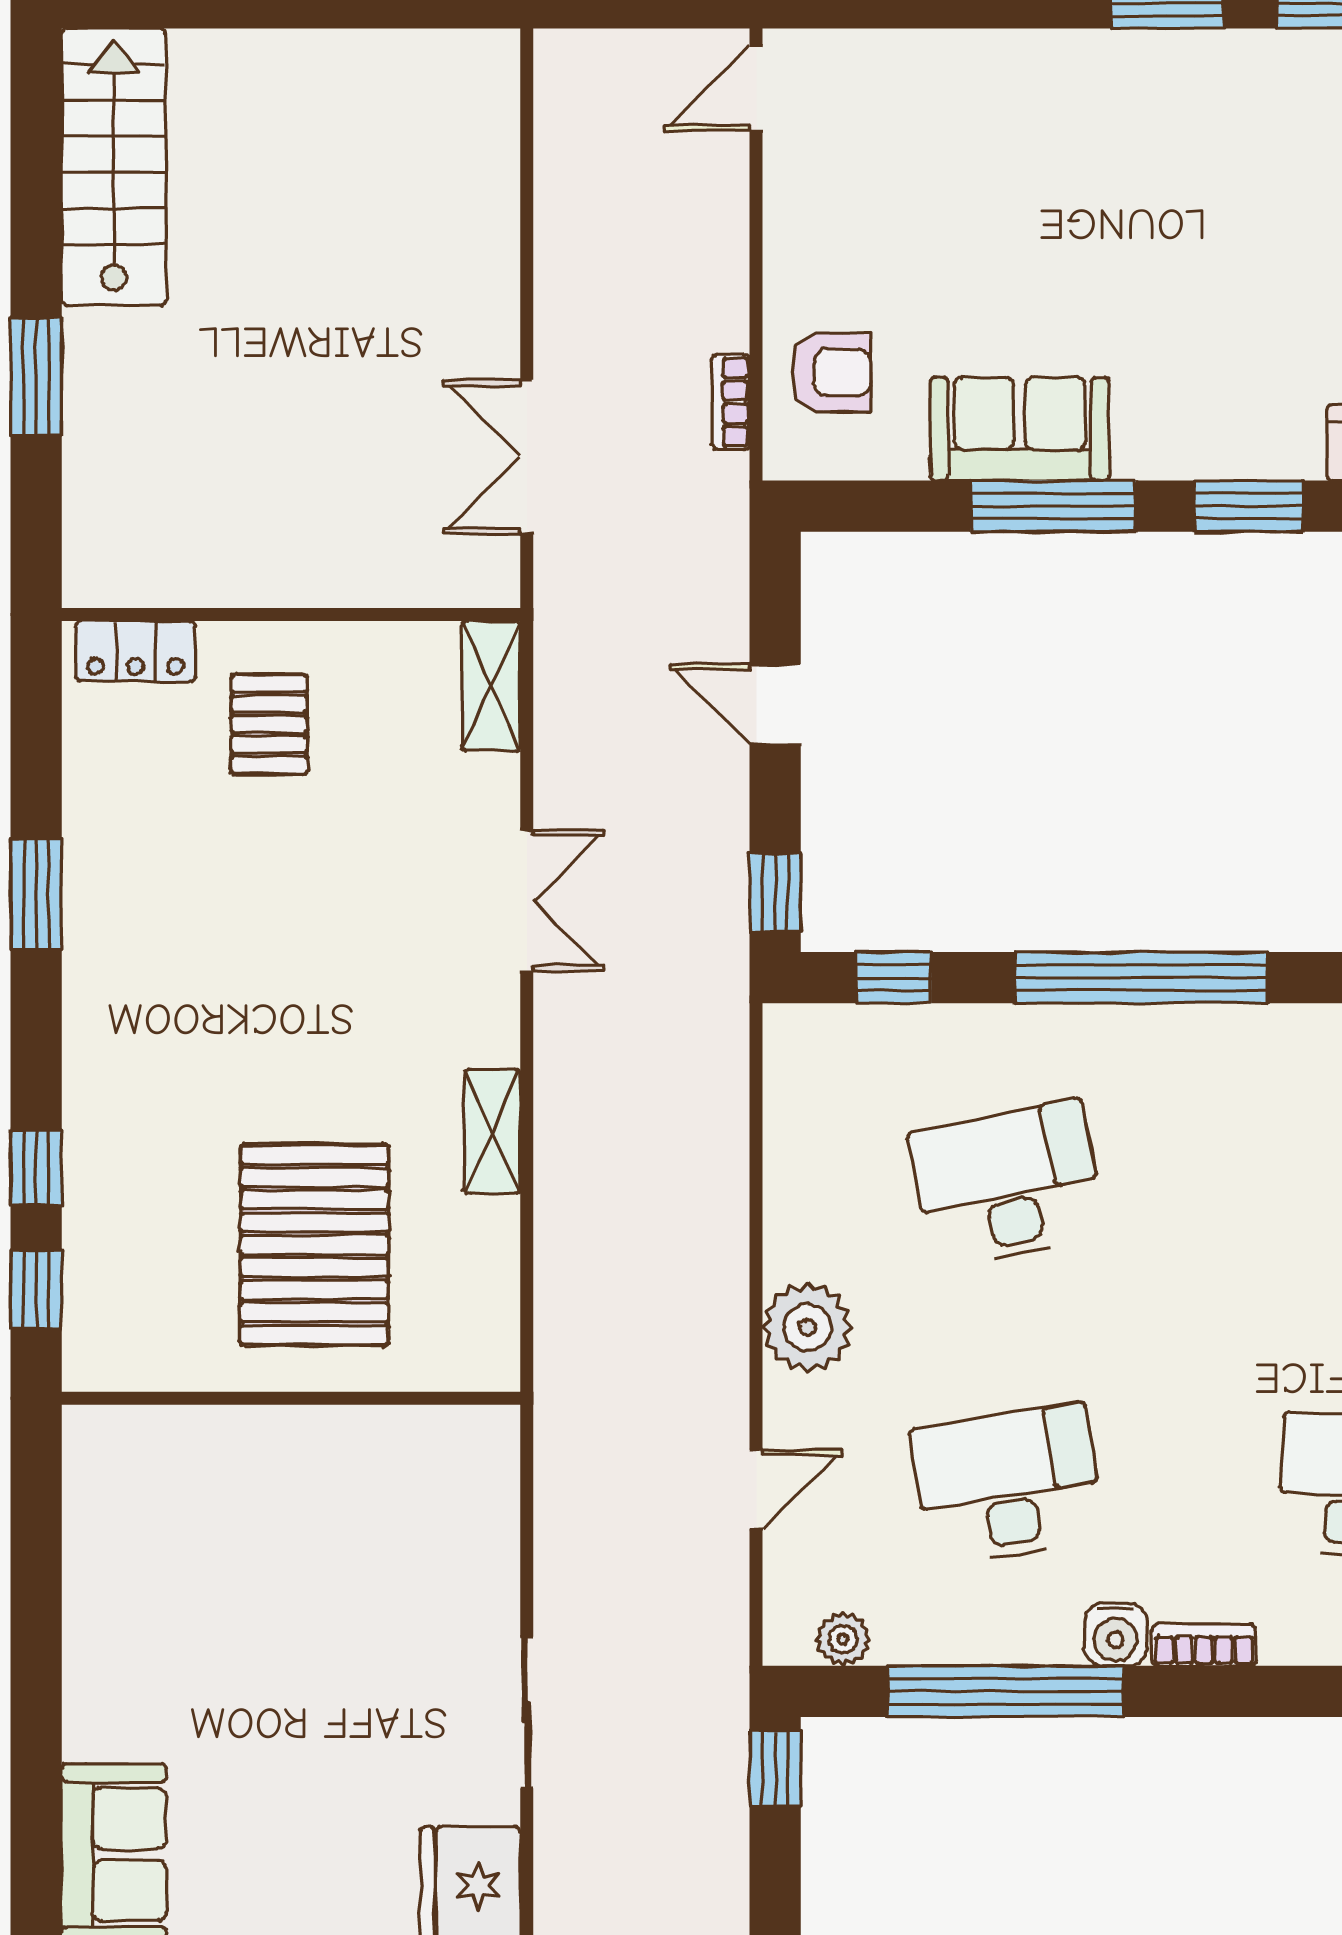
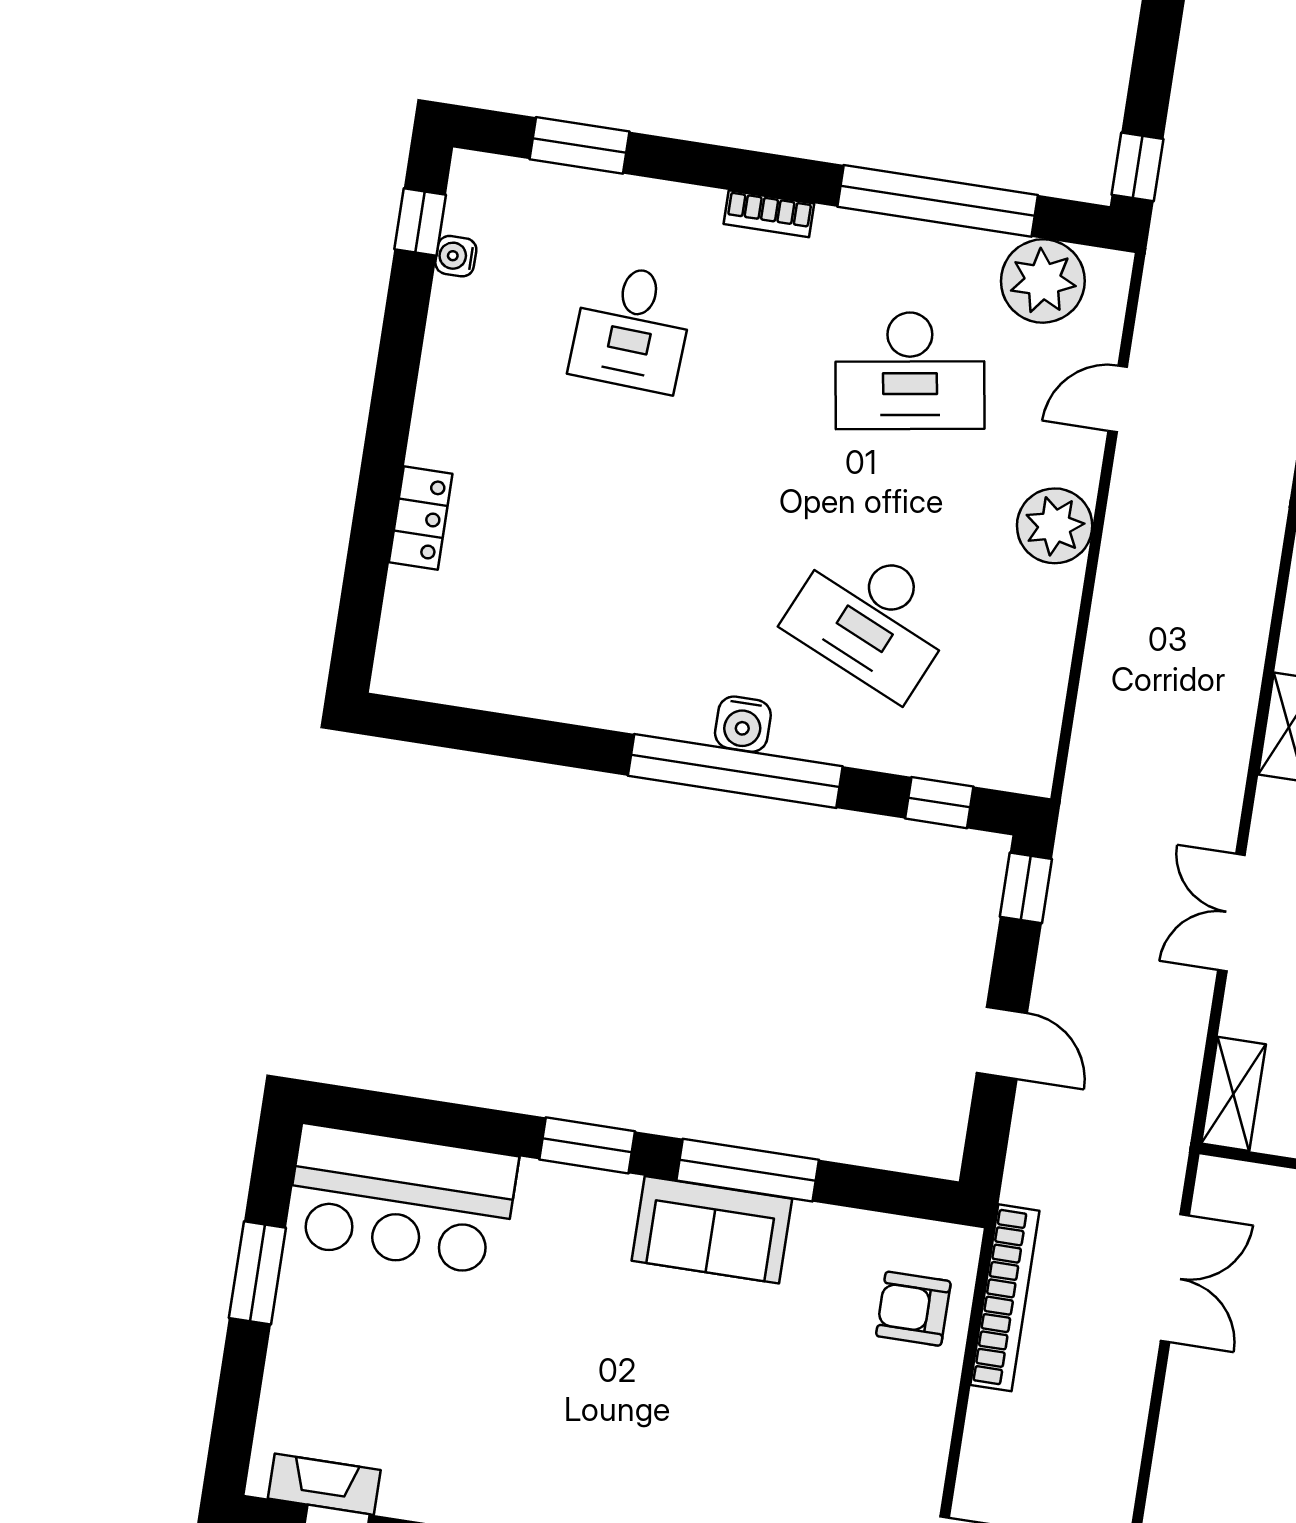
bookcase: (731, 402) -> (1005, 1298), width x2.31, depth x1.31
sofa: (1020, 429) -> (712, 1230), moved
desk: (1008, 1184) -> (872, 618), turned 36
water cooler: (1116, 1634) -> (743, 724), moved, turned 180
plant: (843, 1639) -> (1043, 281), width x1.88, depth x1.88

